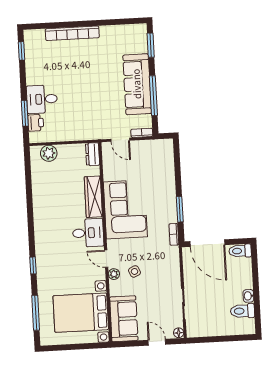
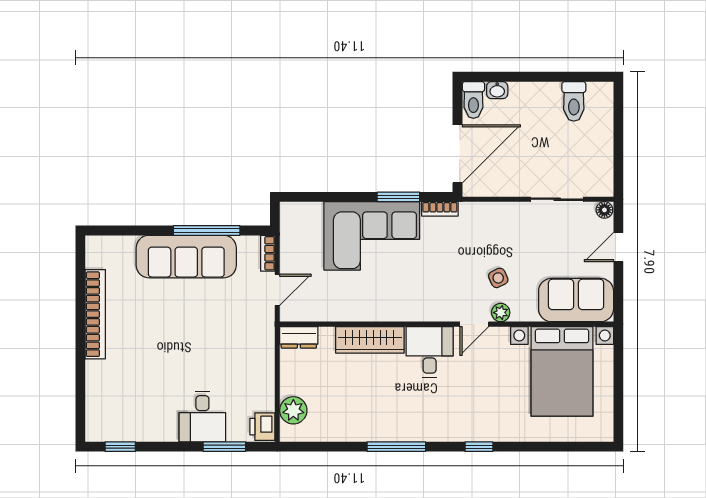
bookcase: (72, 33) -> (95, 314), moved
window: (151, 45) -> (122, 230), removed
printer: (36, 123) -> (262, 427), moved, turned -90
corner sofa: (125, 209) -> (372, 236), moved, turned 180
washbasin: (248, 296) -> (497, 90), moved
window: (36, 313) -> (396, 447), moved

